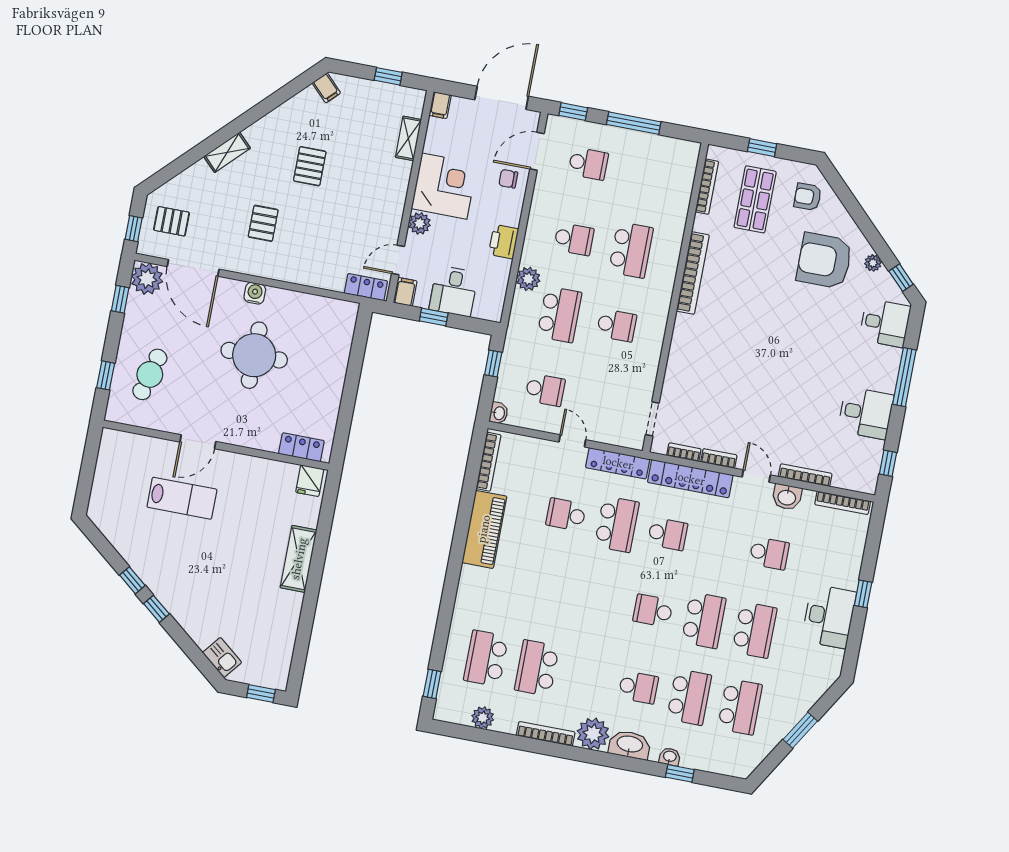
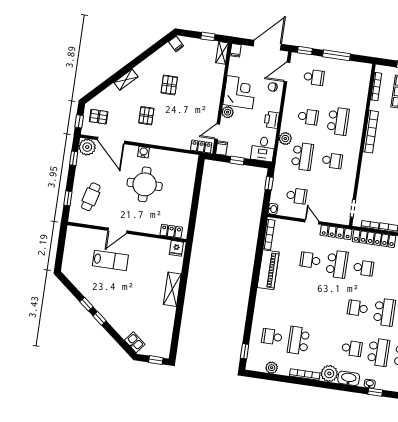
shelving: (408, 138) -> (222, 53), moved
desk: (454, 291) -> (263, 149), moved
school desk: (486, 658) -> (272, 337), width x0.54

